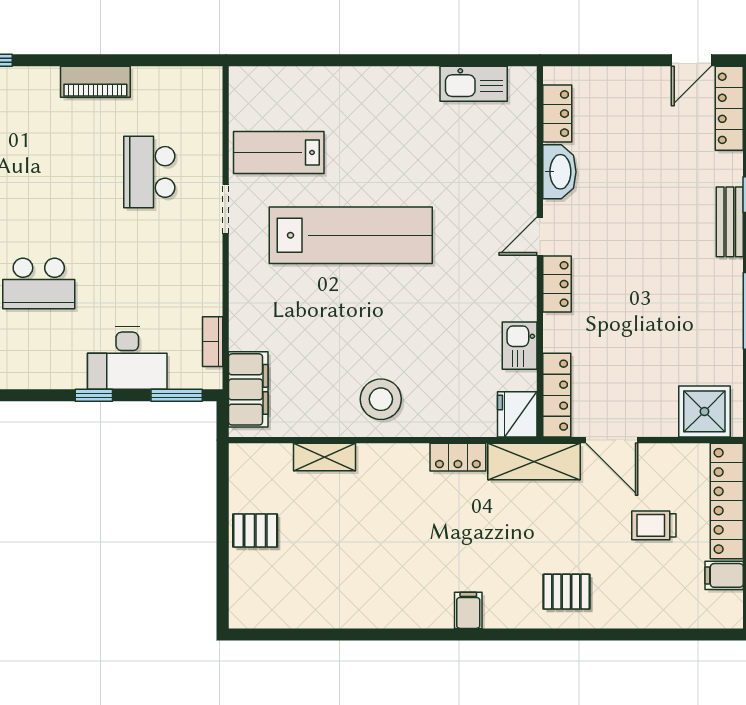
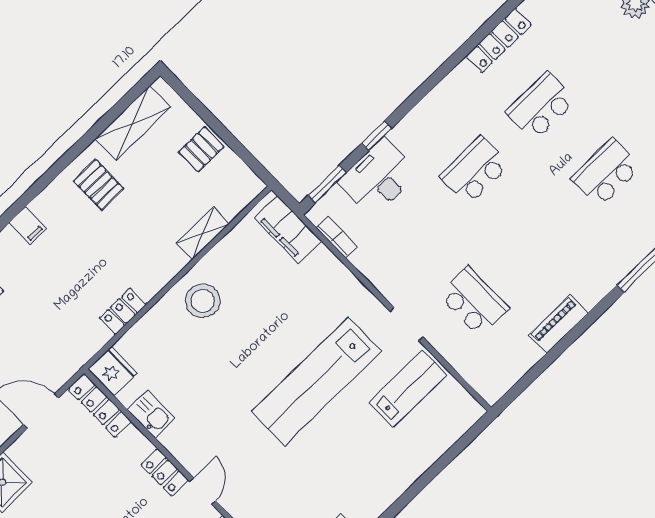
shelving: (534, 462) -> (133, 123), moved
pallet: (373, 586) -> (98, 185), added

